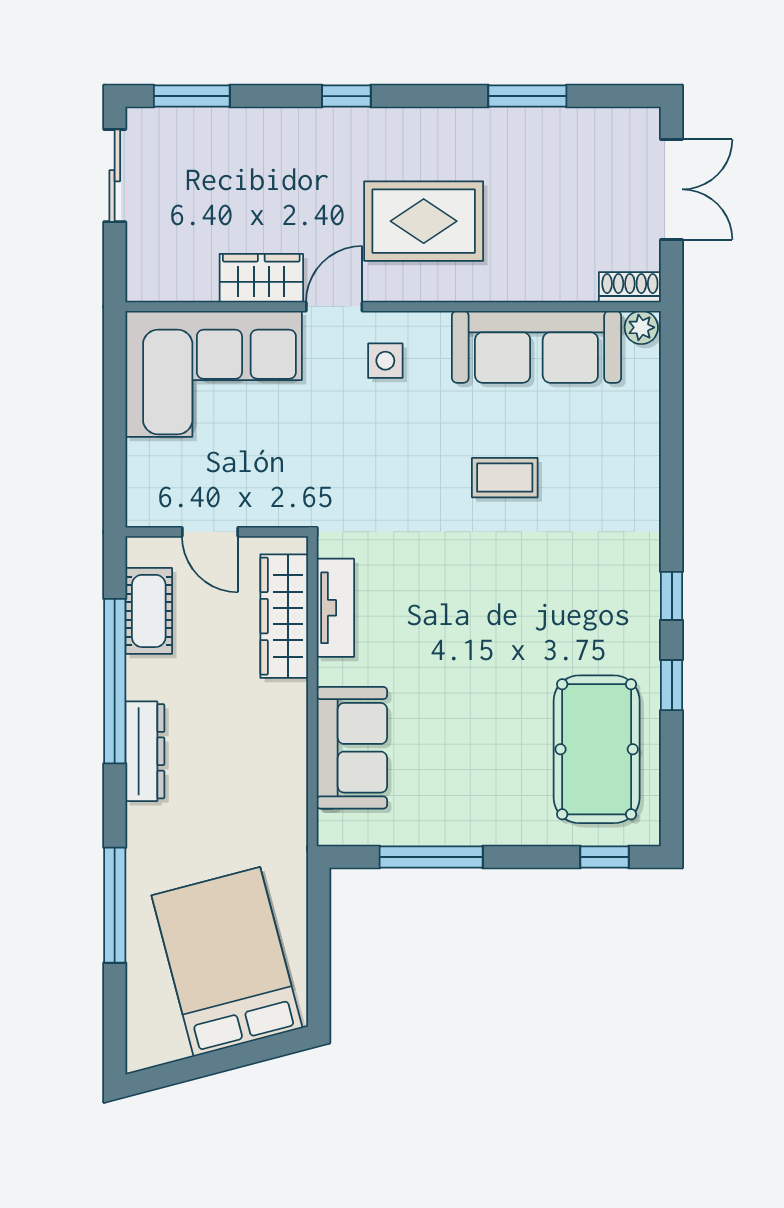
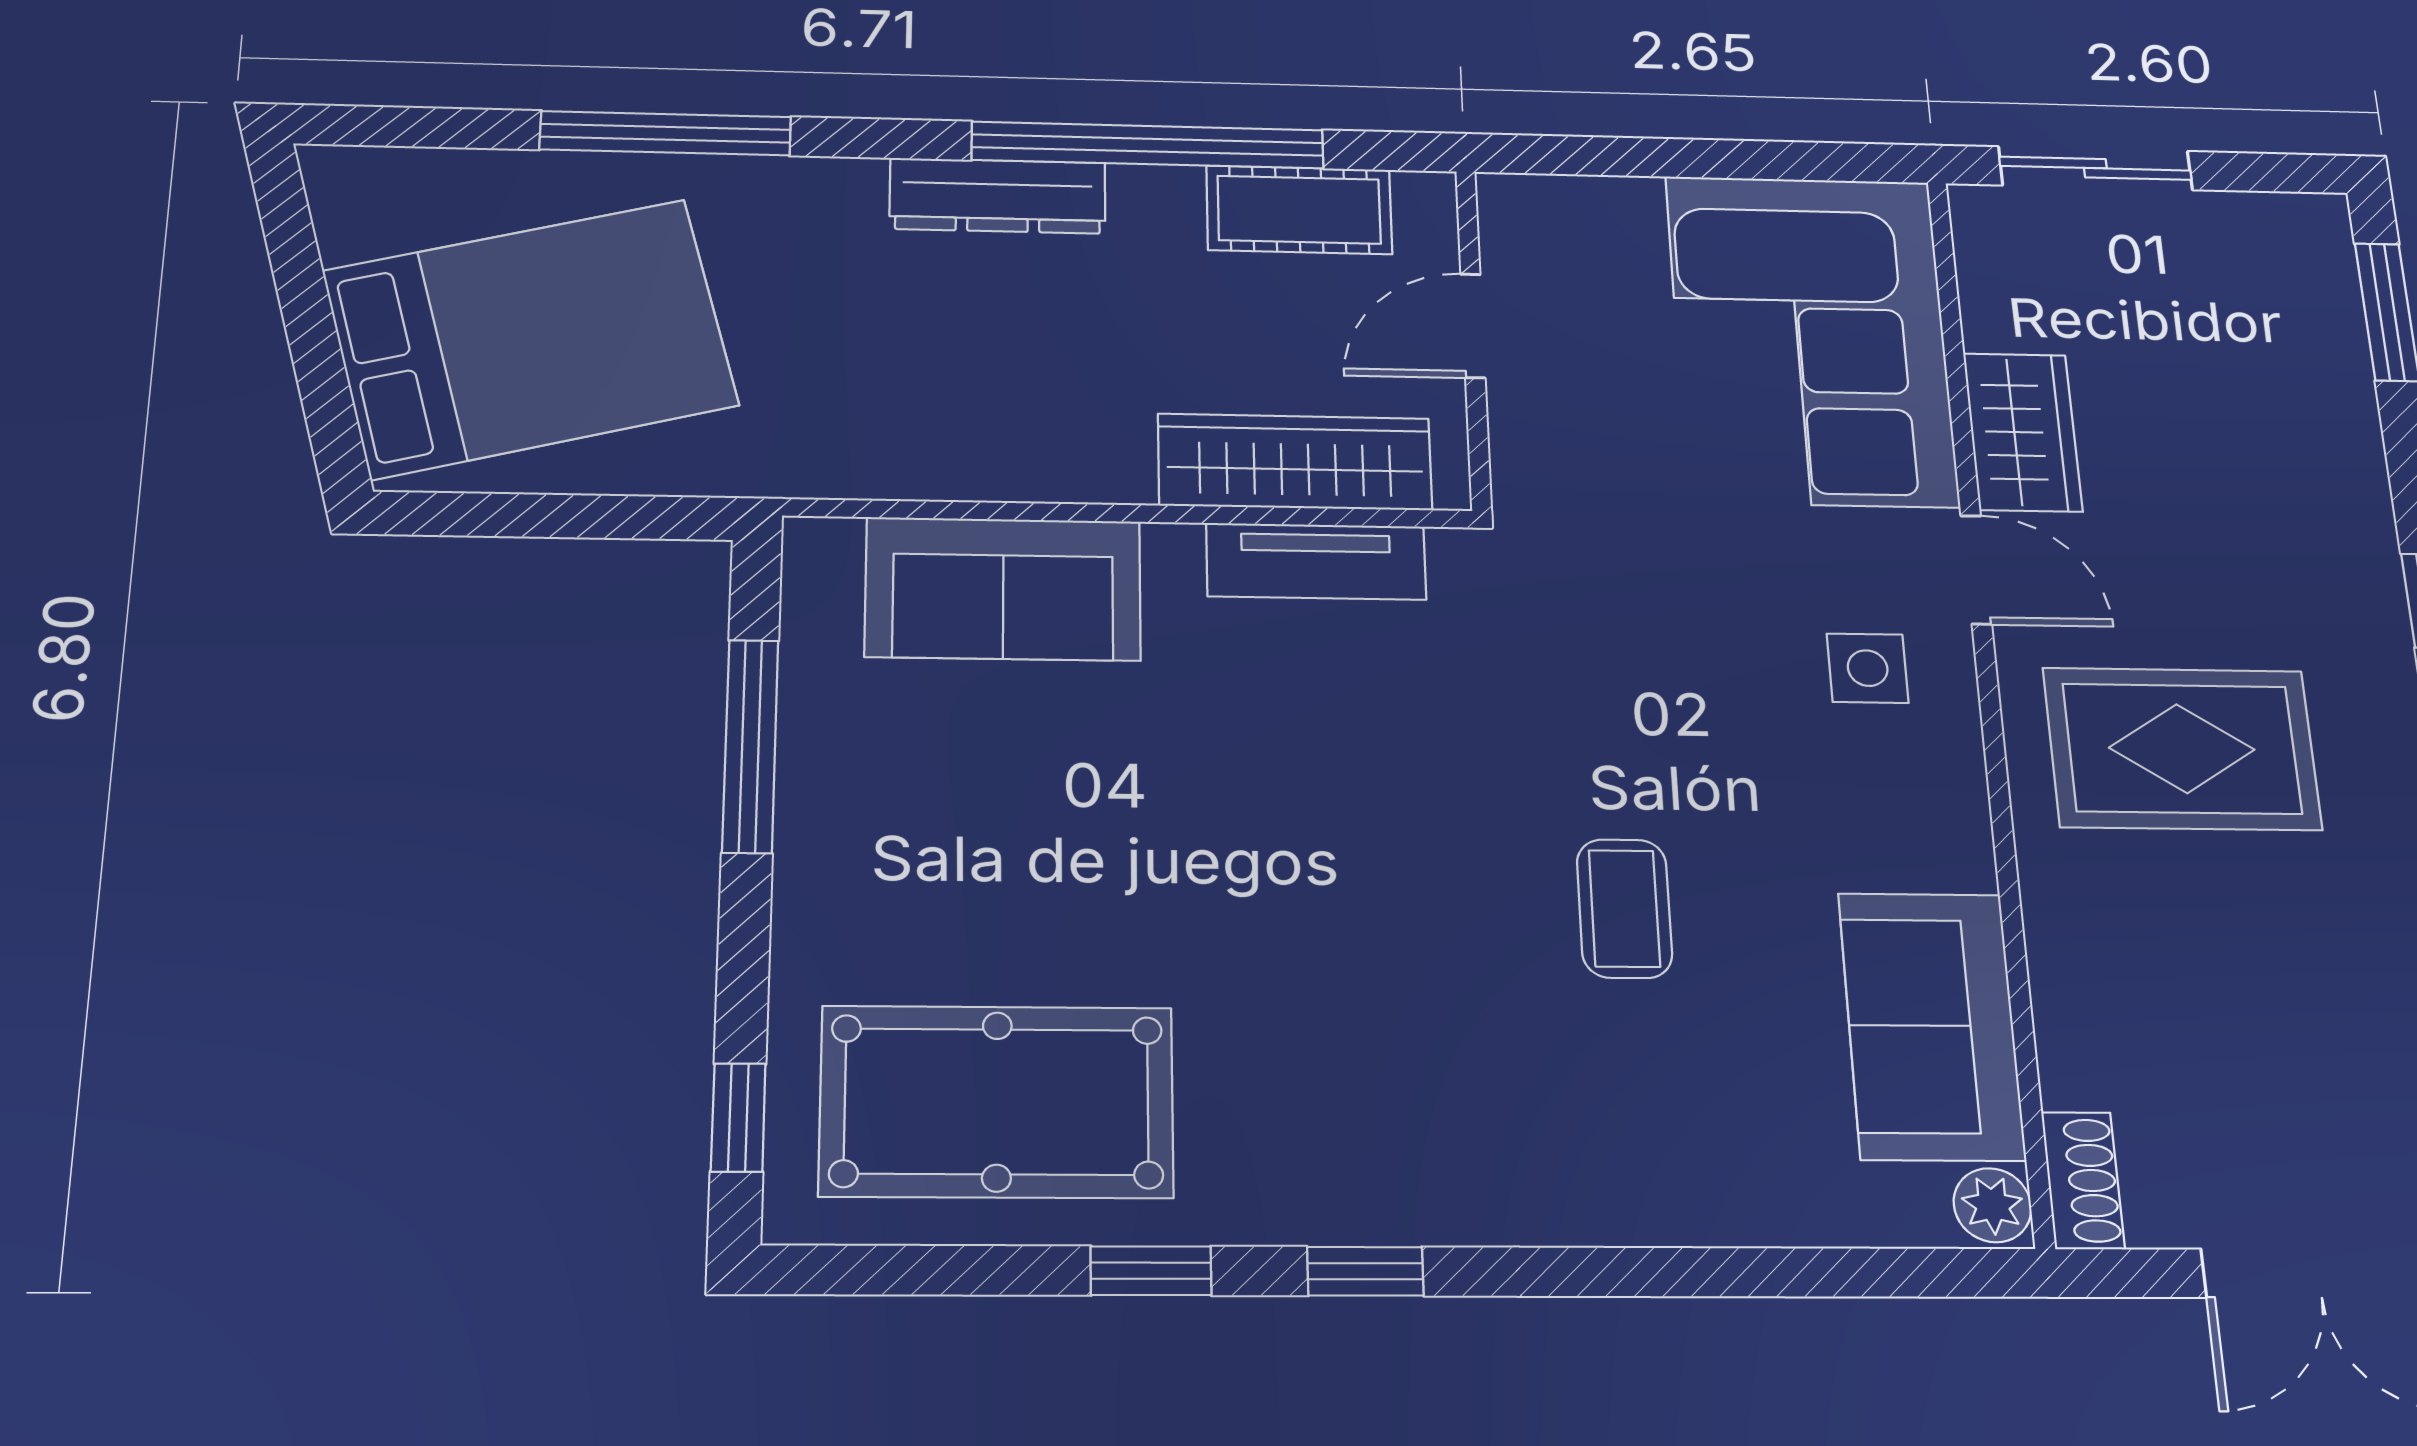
sliding door: (115, 176) -> (2095, 168), moved
rug: (424, 221) -> (2182, 749), turned 90
sofa: (536, 347) -> (1931, 1026), width x0.73

